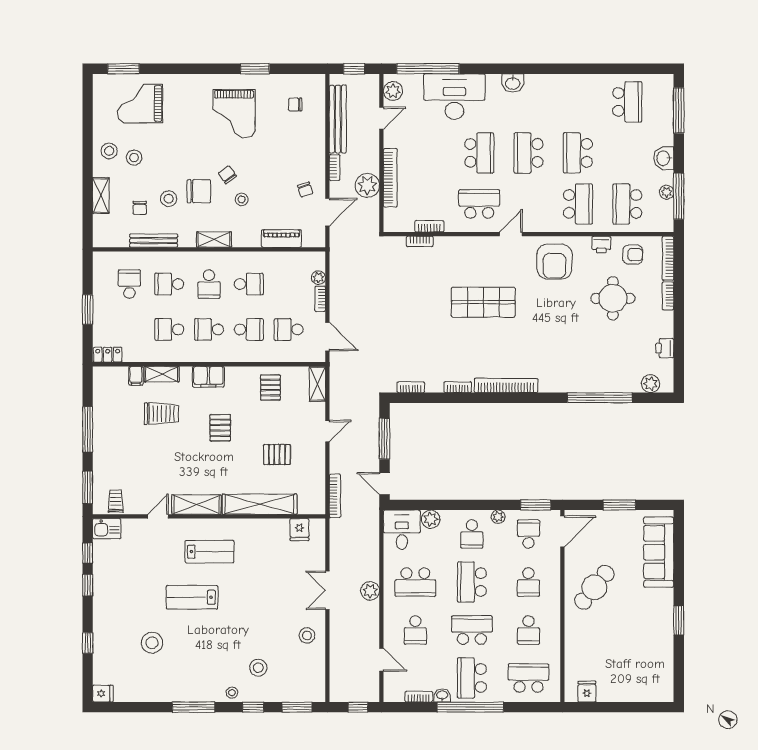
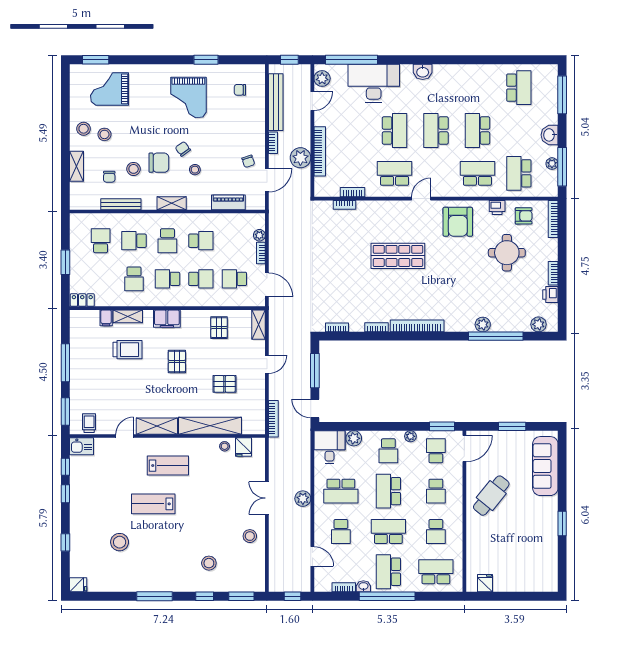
school desk: (578, 204) -> (477, 173), turned -90
bookcase: (668, 296) -> (553, 273), moved
school desk: (169, 329) -> (134, 279), turned -90
plant: (584, 384) -> (483, 325), added
stool: (232, 693) -> (225, 446), moved

